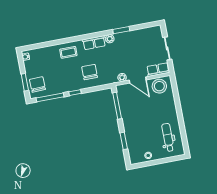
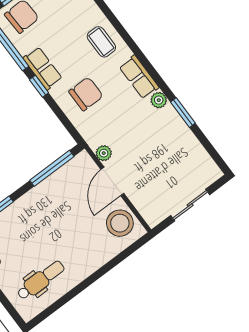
row of seats: (158, 70) -> (43, 68), moved

